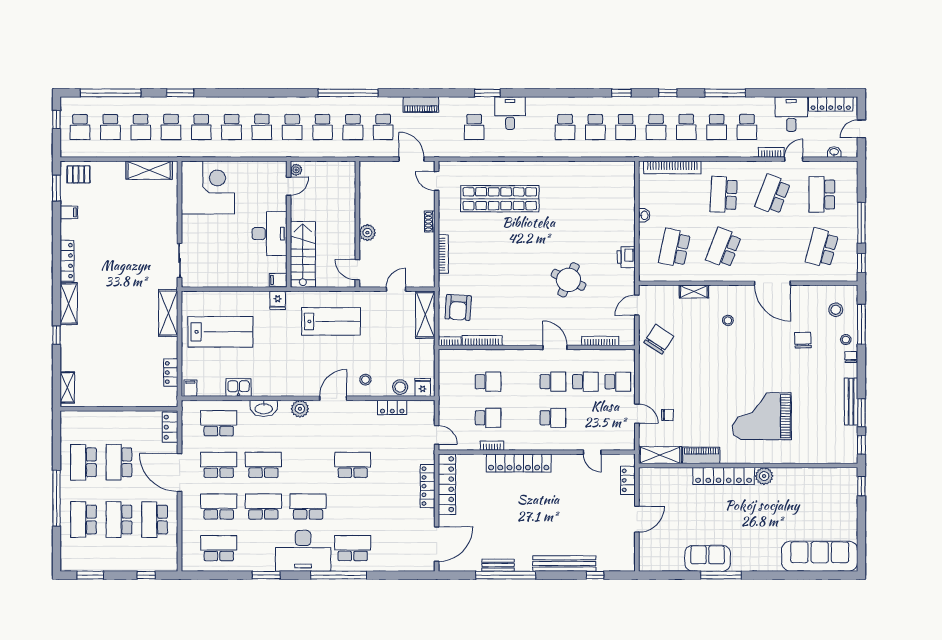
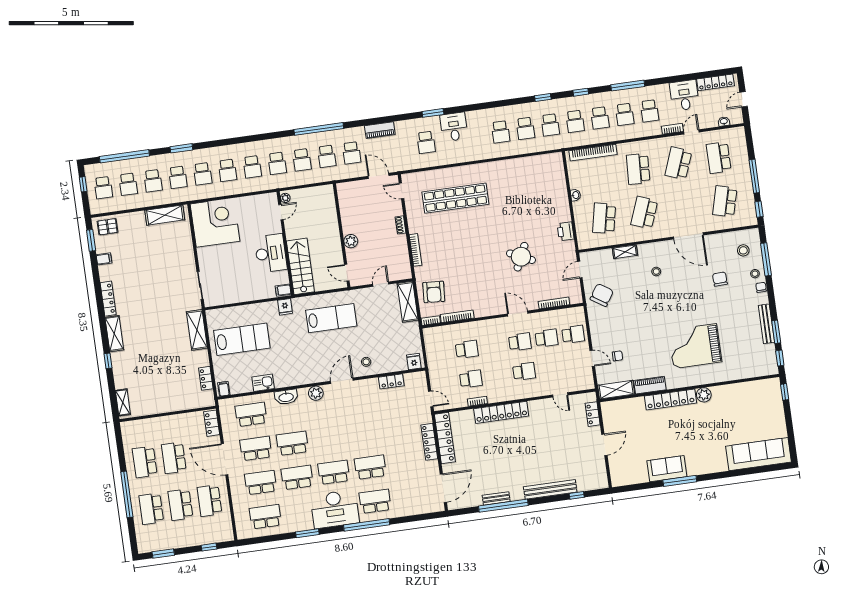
stool: (400, 387) -> (395, 364), removed
school desk: (353, 465) -> (370, 467), moved

